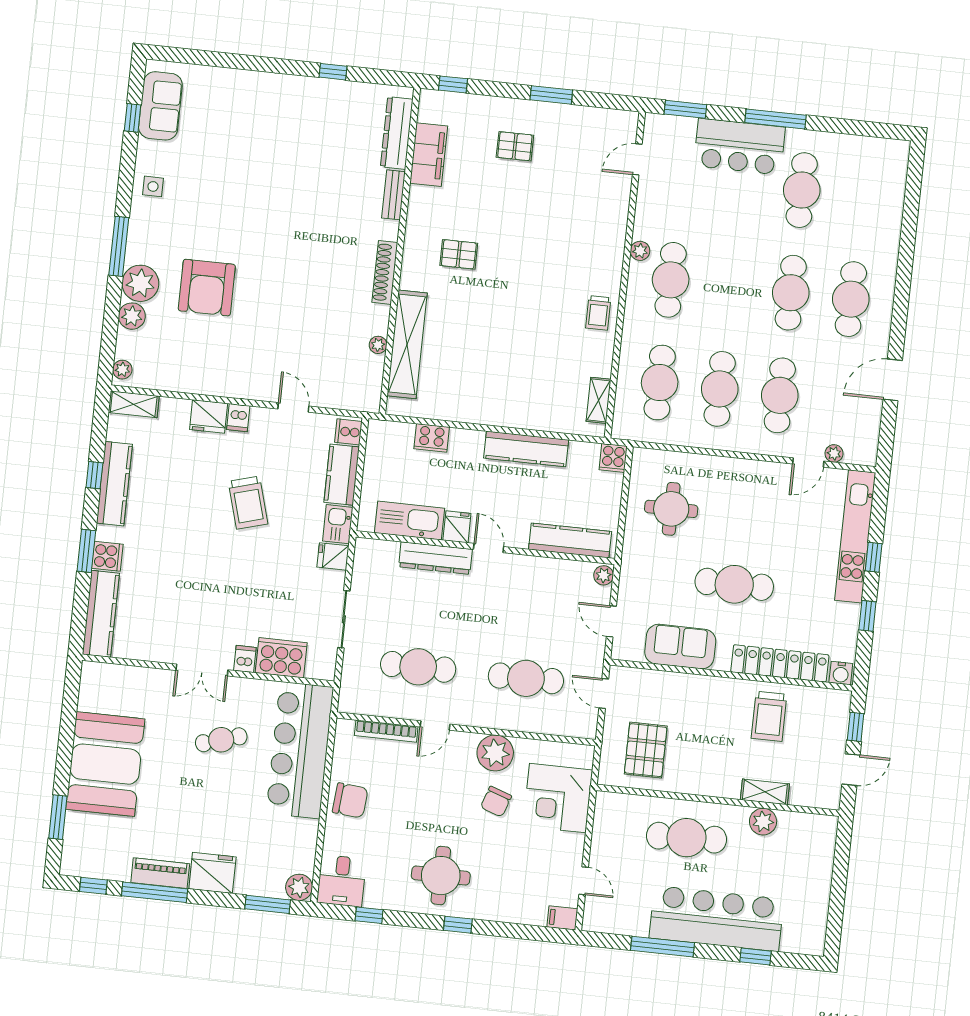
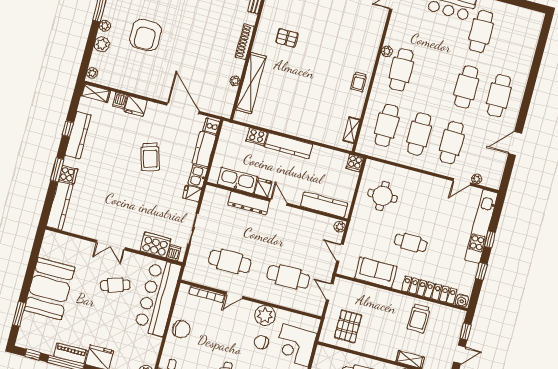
plant: (140, 283) -> (105, 26), width x0.53, depth x0.53
door: (293, 407) -> (183, 108), width x1.88
dishwasher: (238, 418) -> (120, 101), moved
kitchen counter: (526, 449) -> (289, 146), moved
cafe table: (734, 584) -> (411, 243), width x0.73, depth x0.74
dishwasher: (245, 659) -> (174, 253), moved
chair: (496, 802) -> (261, 342), turned 71

